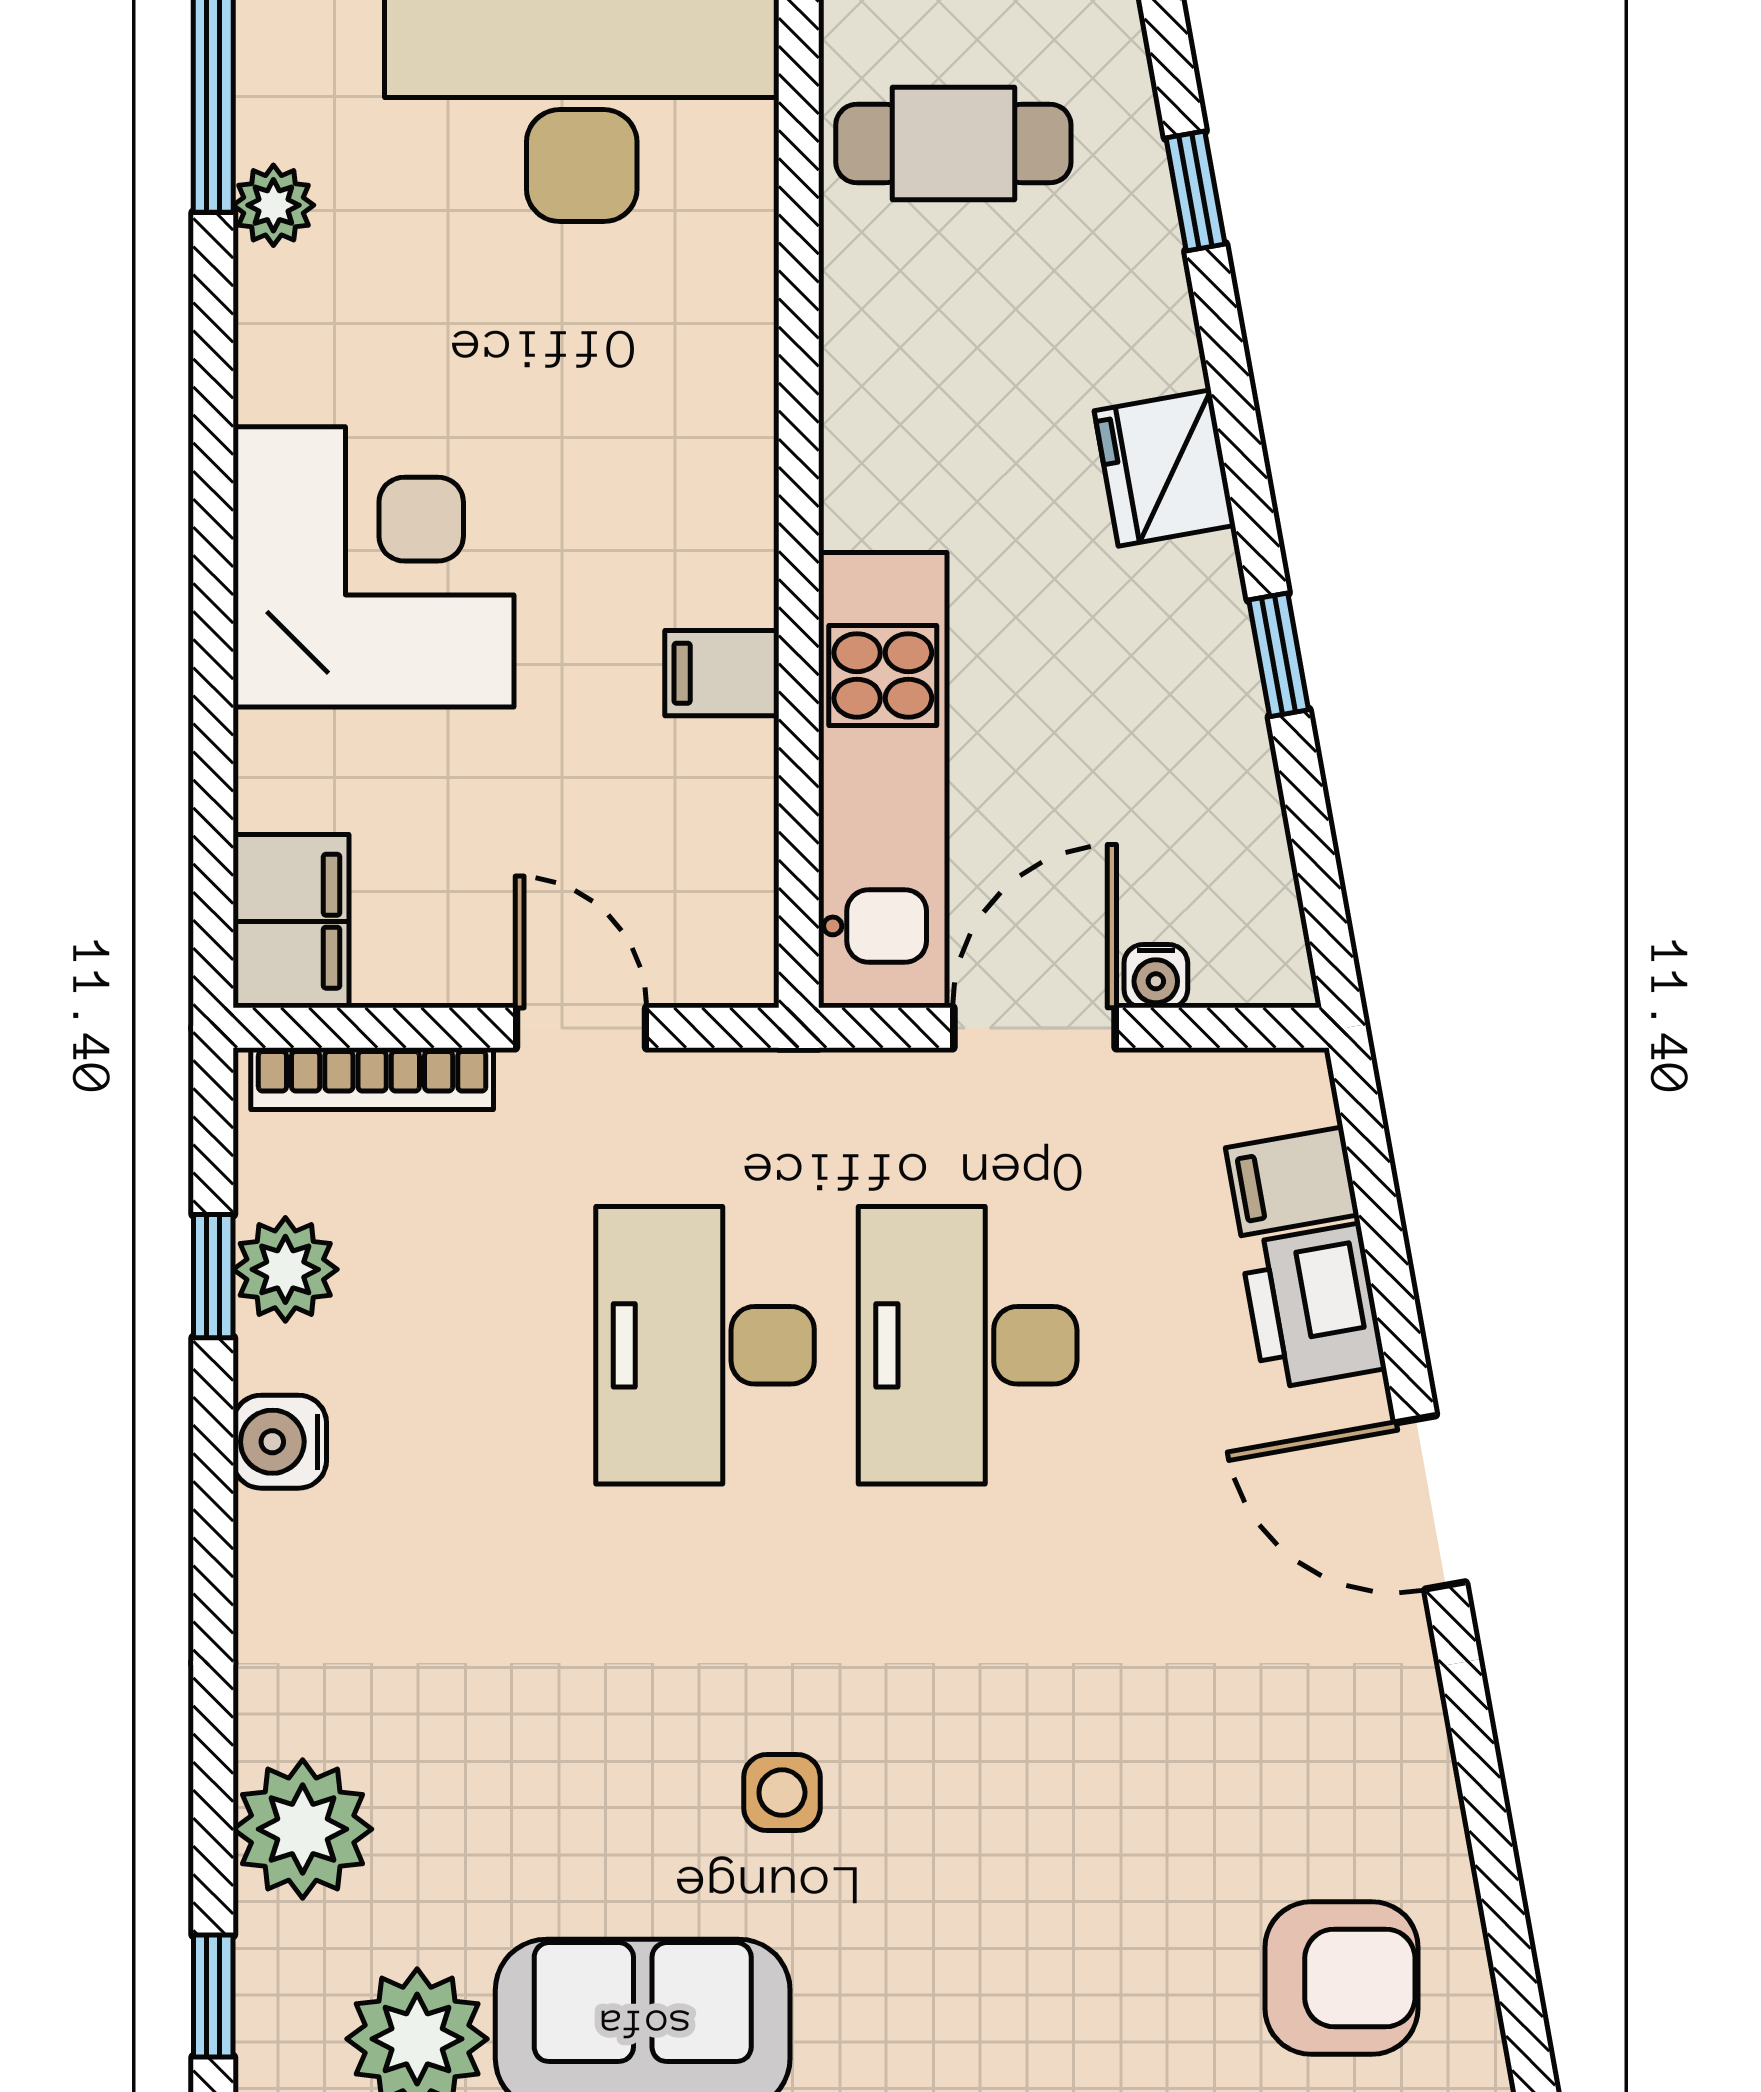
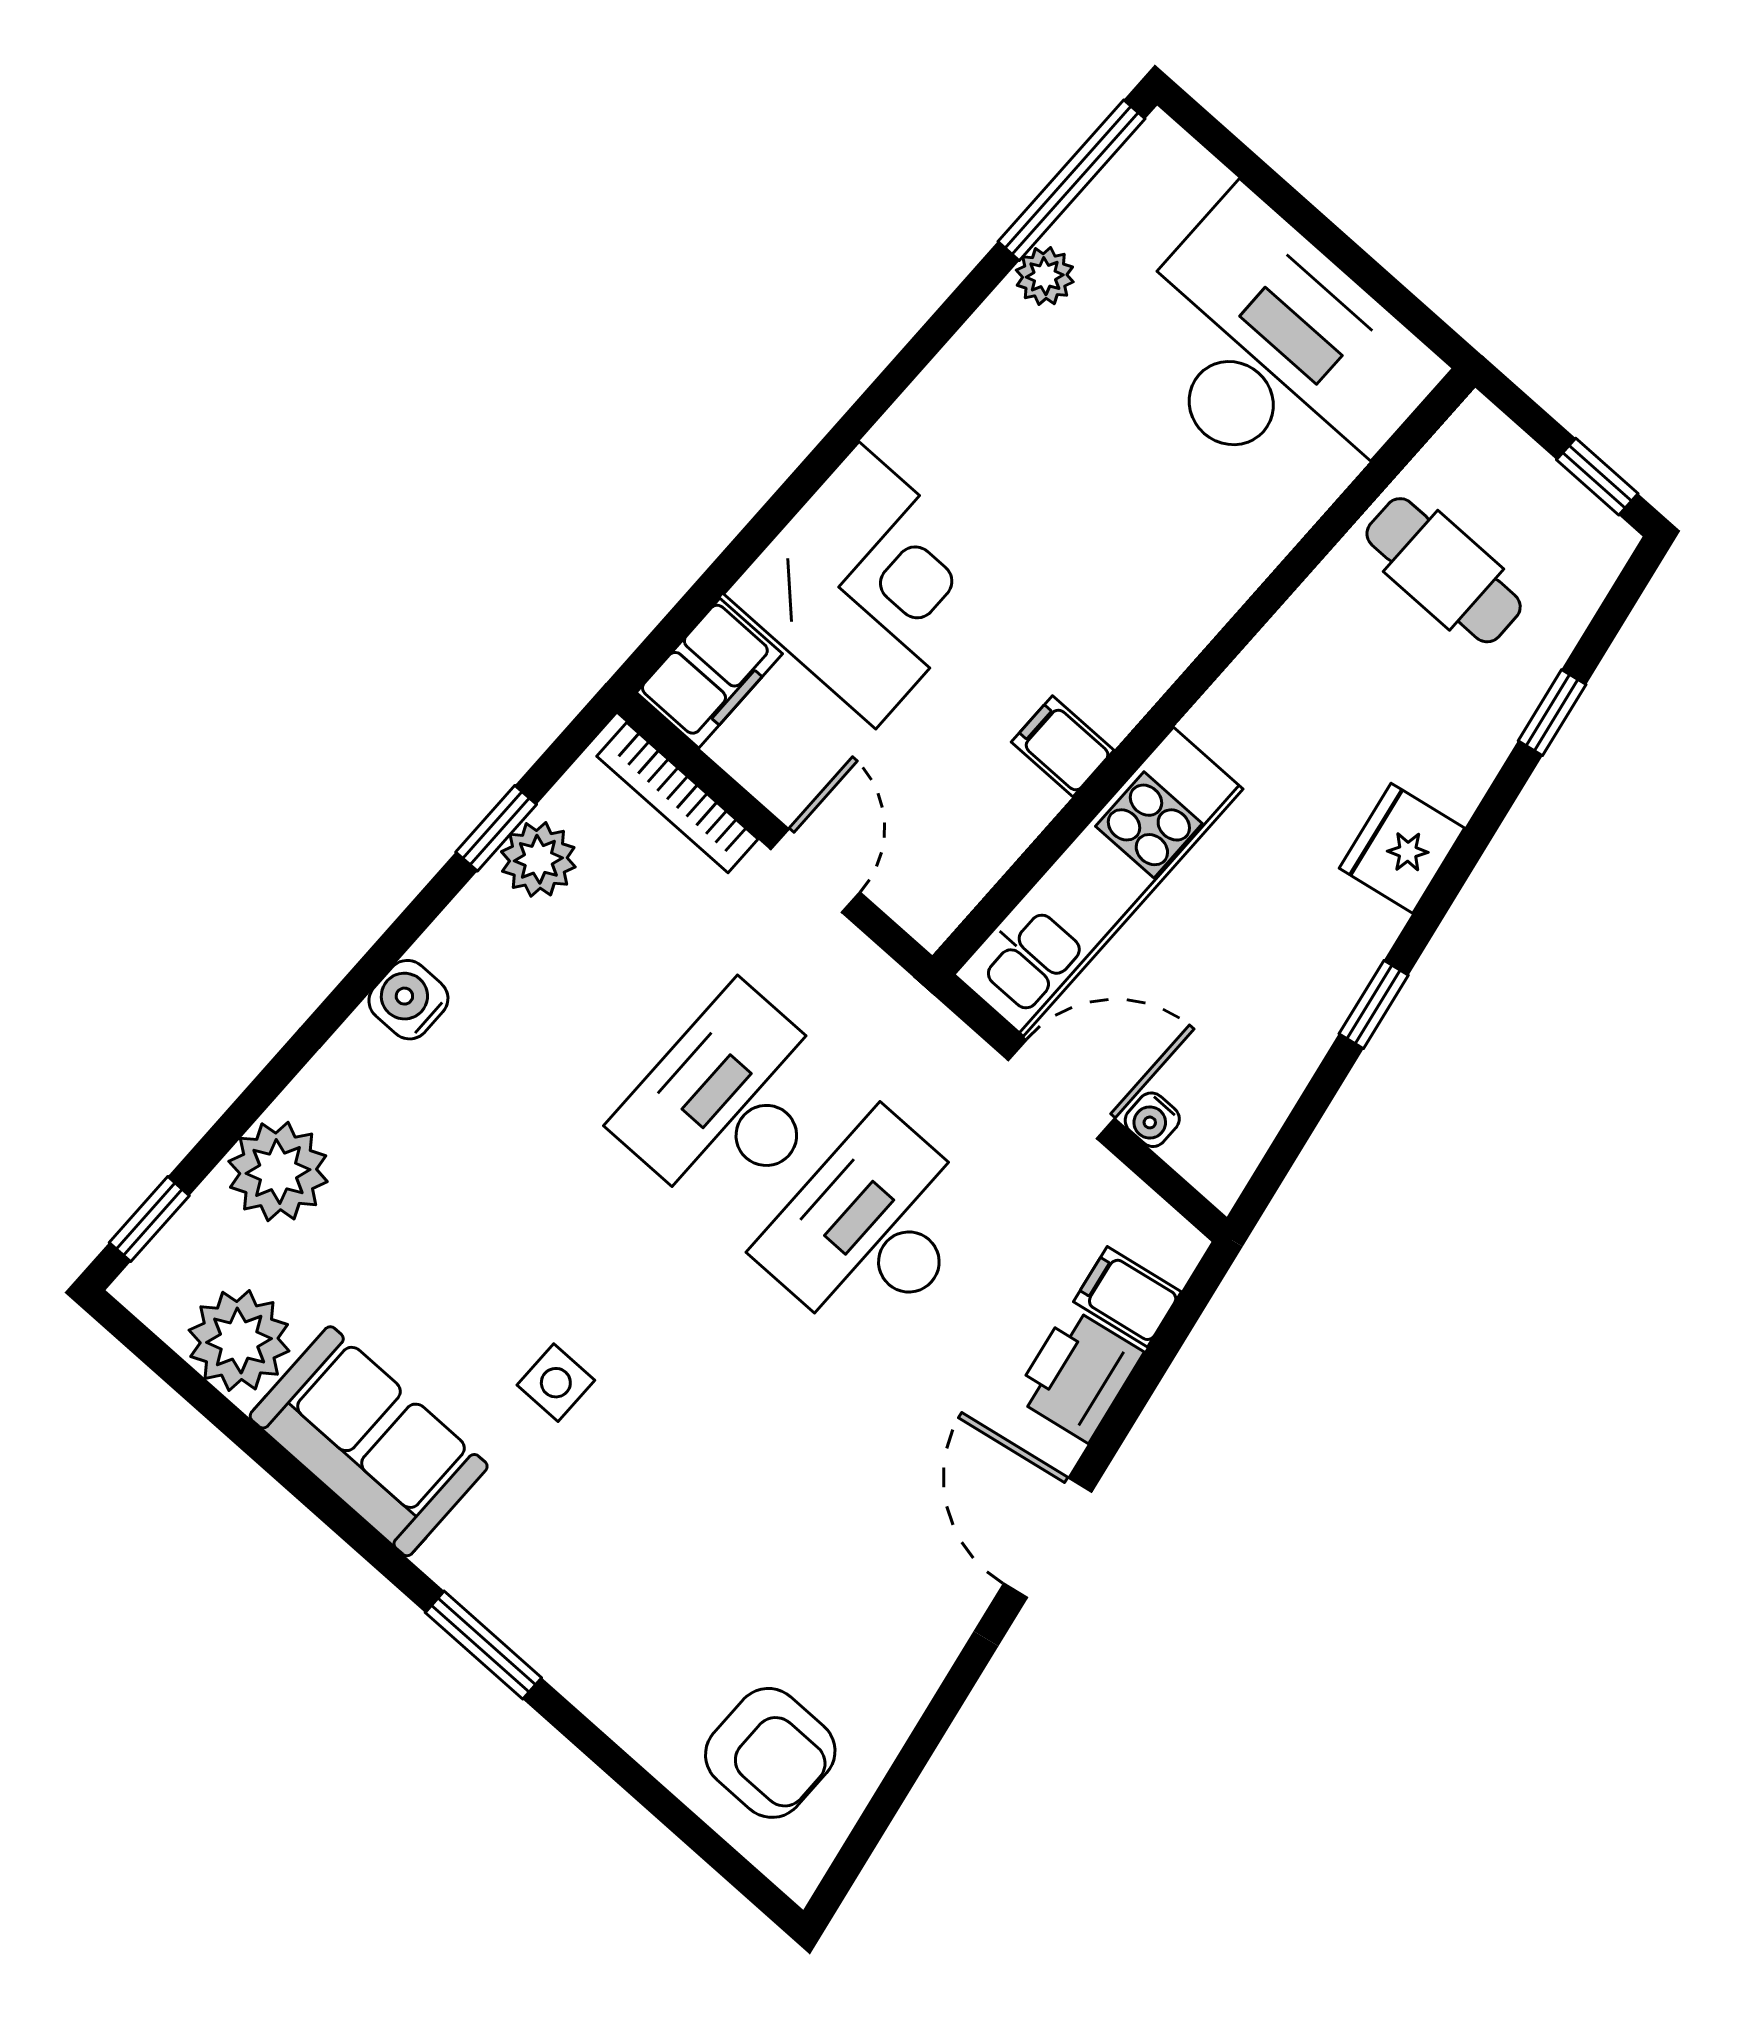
corner desk: (373, 567) -> (867, 585), moved
water cooler: (280, 1442) -> (408, 1000), moved

